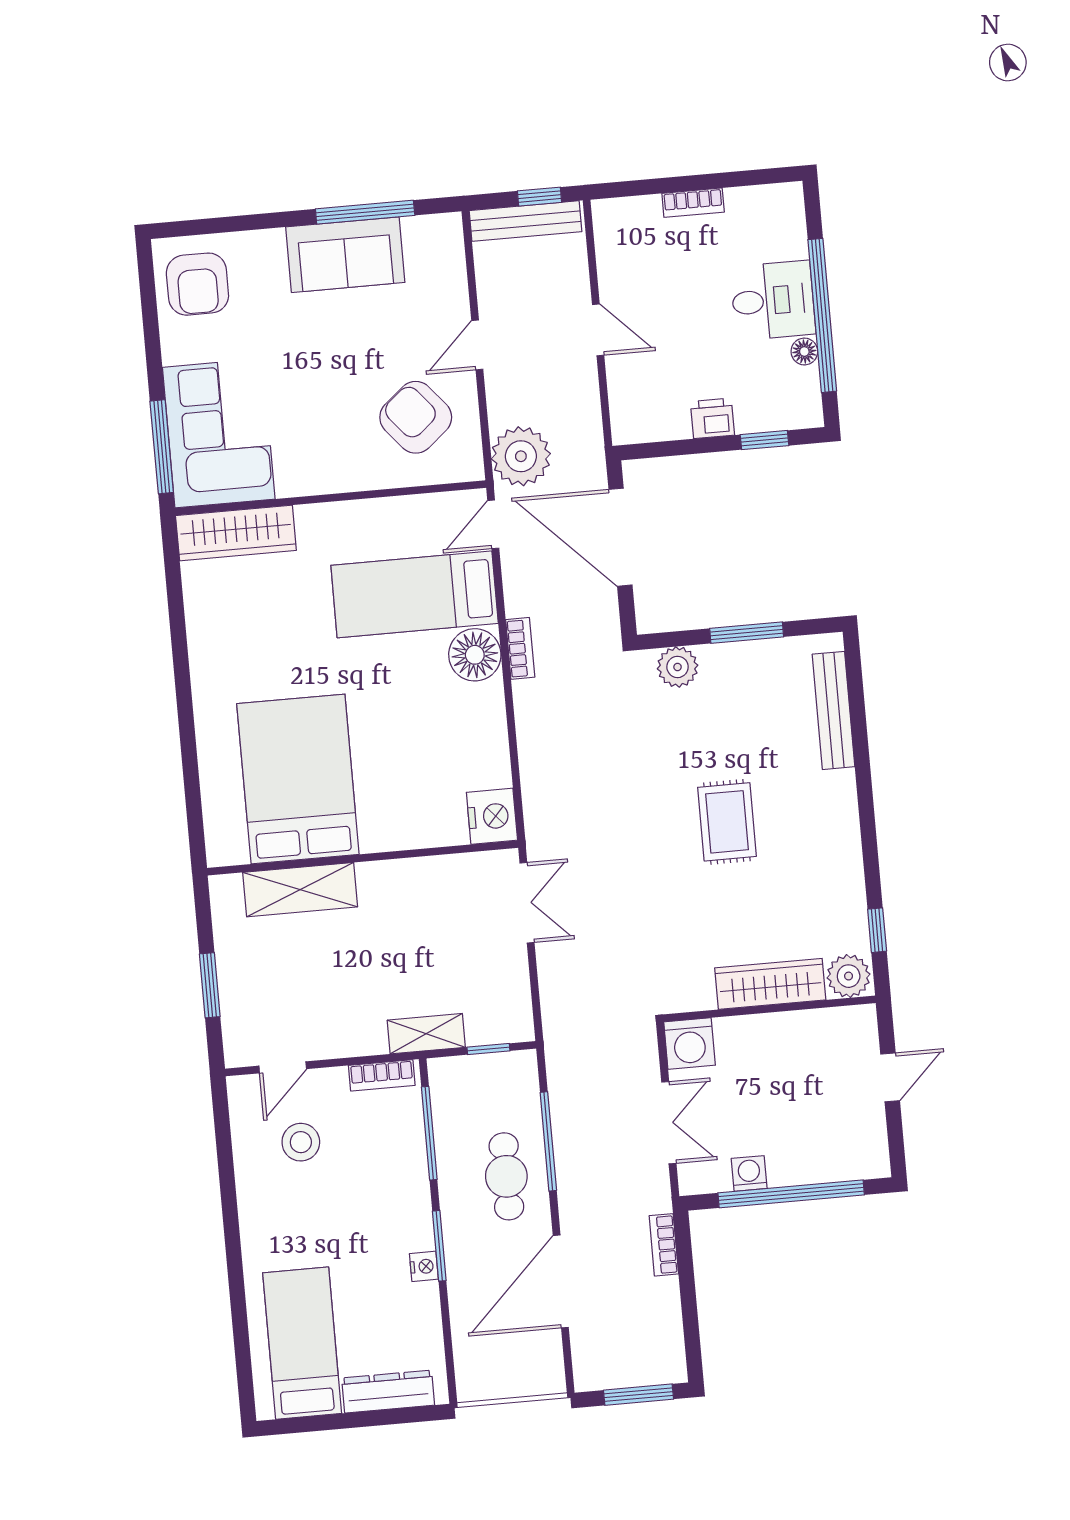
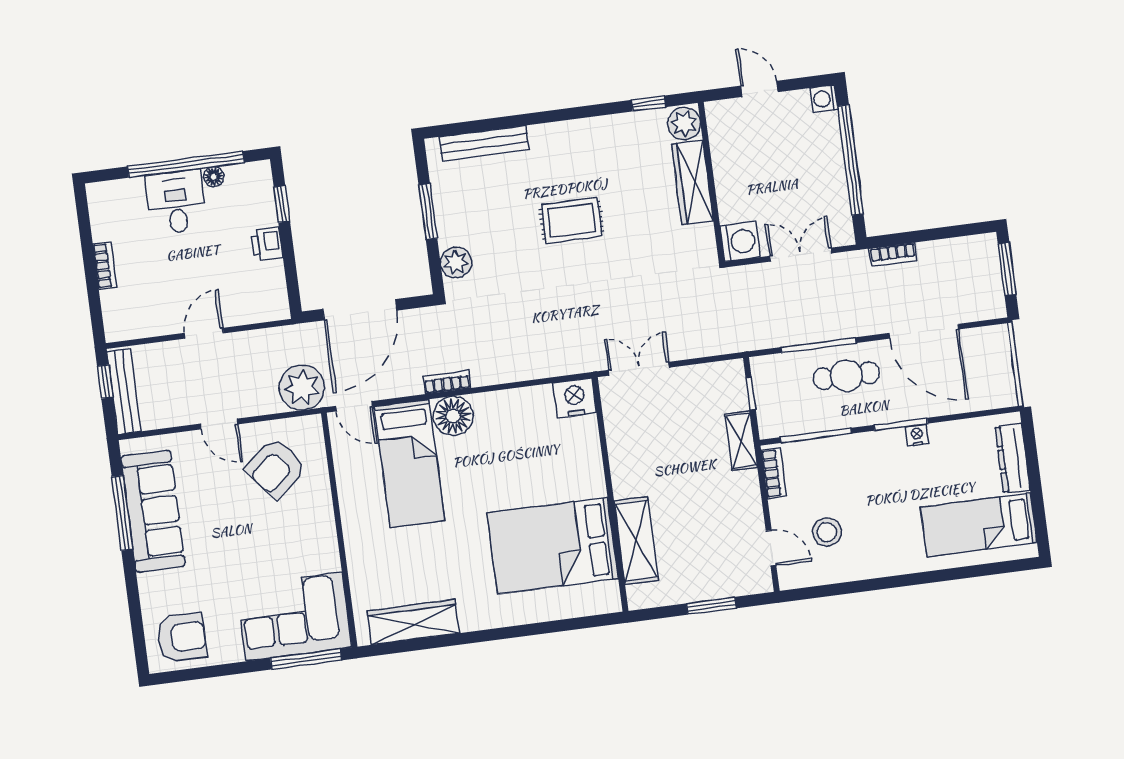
sofa: (345, 255) -> (153, 511), width x1.36
wardrobe: (236, 533) -> (413, 622), moved, turned -90
washing machine: (749, 1173) -> (824, 99), moved

